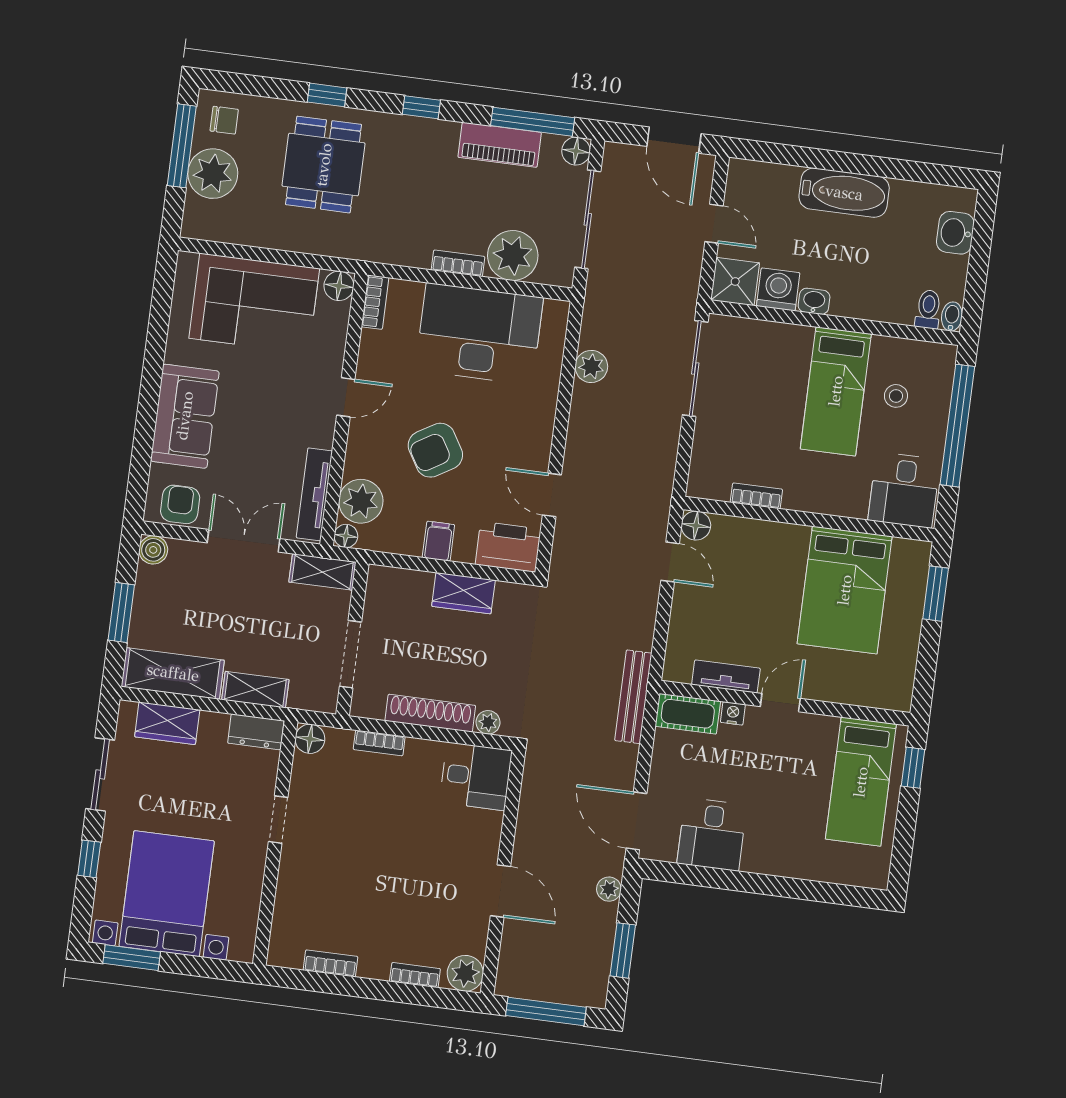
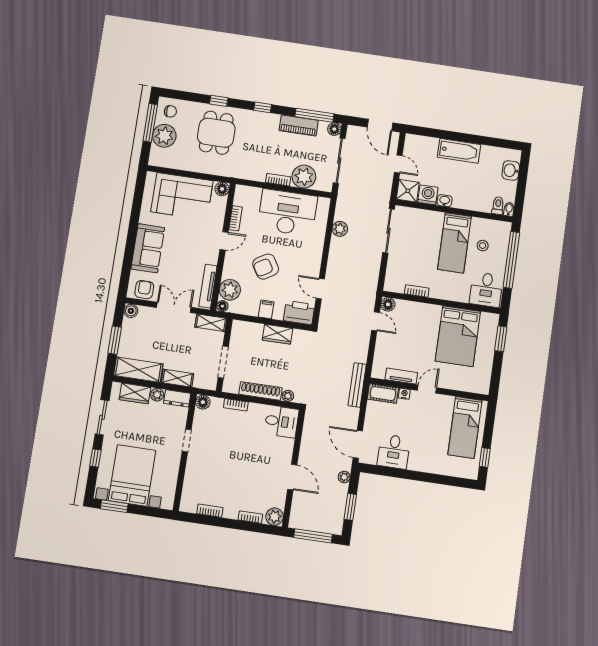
bookcase: (375, 302) -> (235, 218), moved
plant: (214, 725) -> (157, 395), added
window: (913, 768) -> (485, 457), moved

